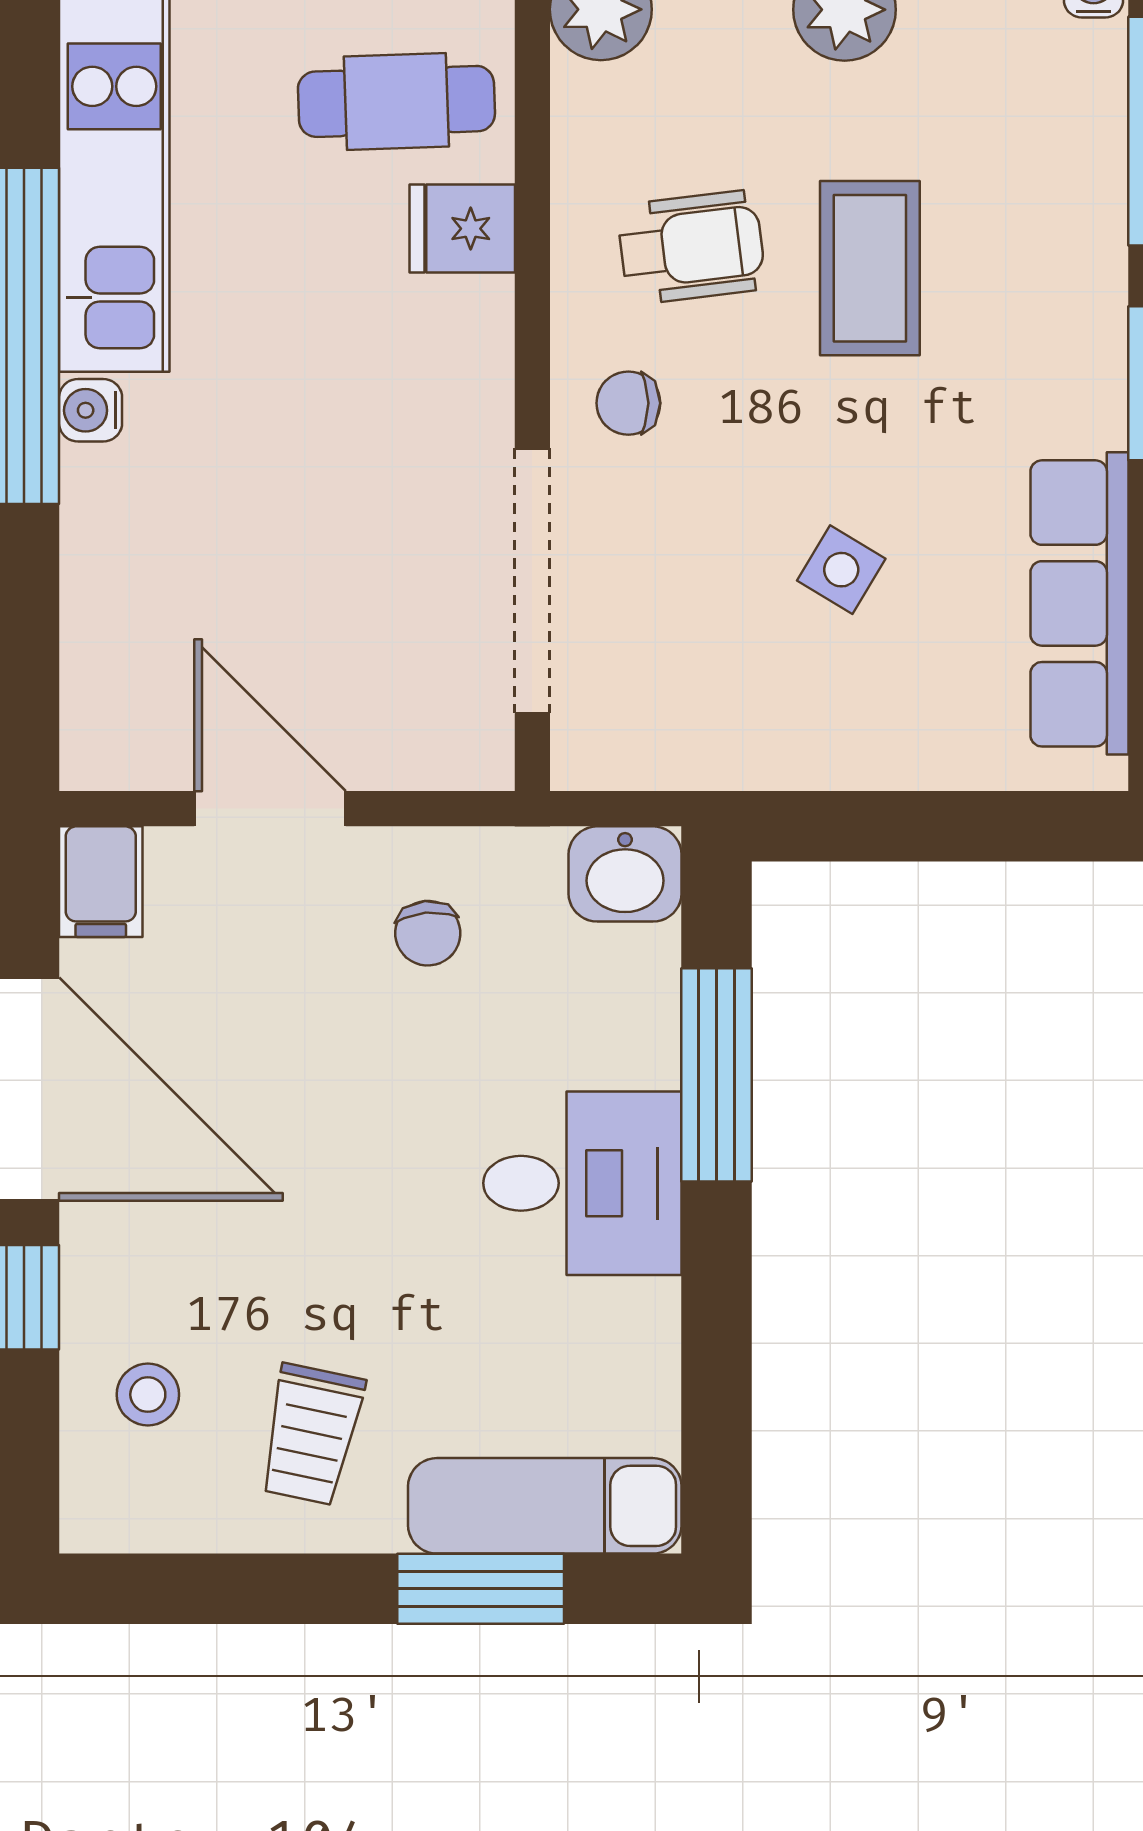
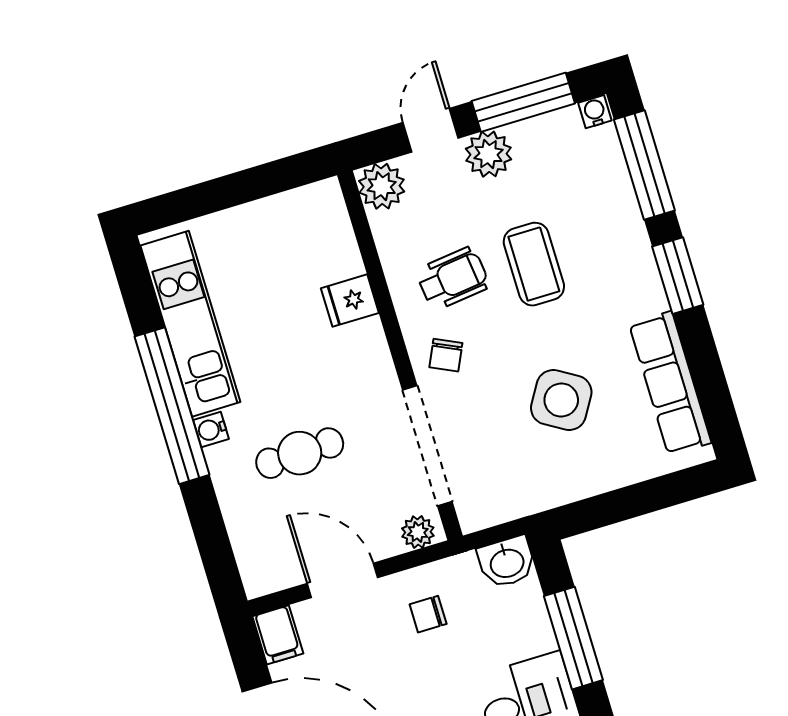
cafe table: (396, 101) -> (300, 453), moved
chair: (628, 403) -> (446, 355), turned -65
side table: (841, 570) -> (561, 400), width x1.87, depth x1.87
plant: (458, 755) -> (418, 532), added
chair: (428, 933) -> (428, 614), turned 95

